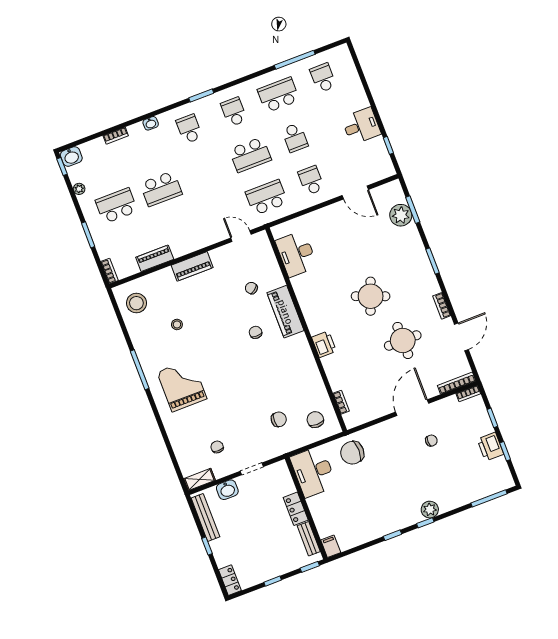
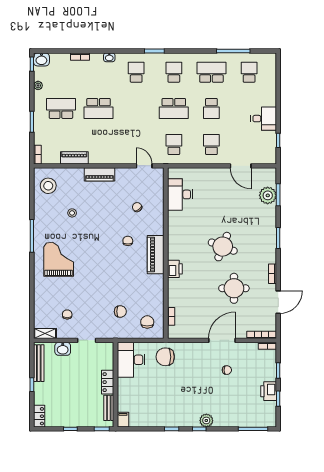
school desk: (267, 197) -> (174, 145), width x0.54
piano: (285, 312) -> (156, 255), moved

